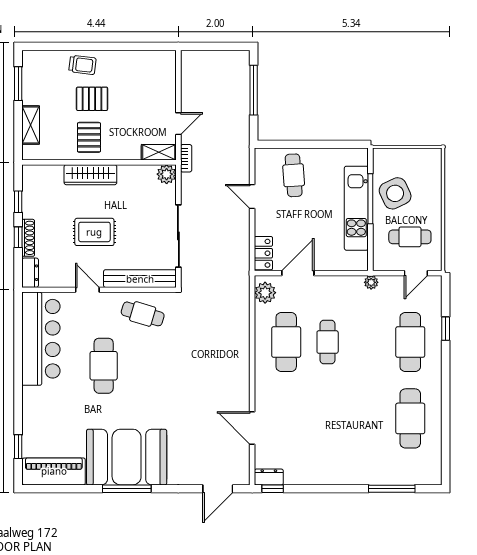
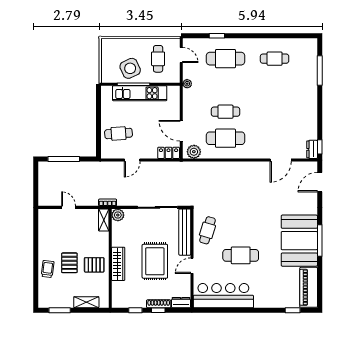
door: (178, 124) -> (69, 207), moved
rug: (94, 232) -> (155, 261), width x1.36, depth x1.43
cafe table: (410, 418) -> (275, 59), width x0.73, depth x0.74
door: (218, 489) -> (320, 182), swing flipped

